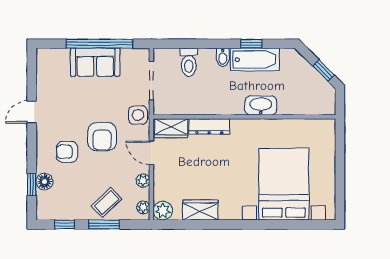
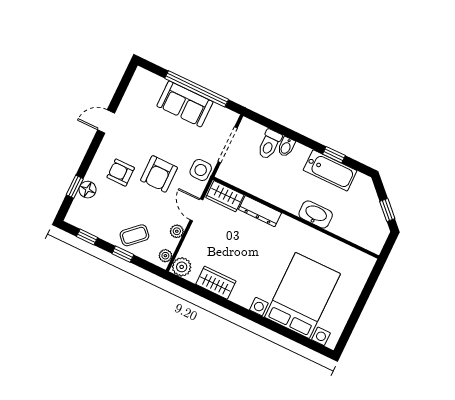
bidet: (223, 57) -> (286, 147), moved
window: (104, 224) -> (123, 254), width x0.67

